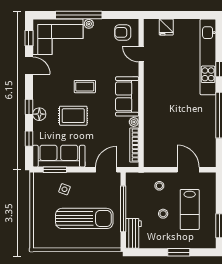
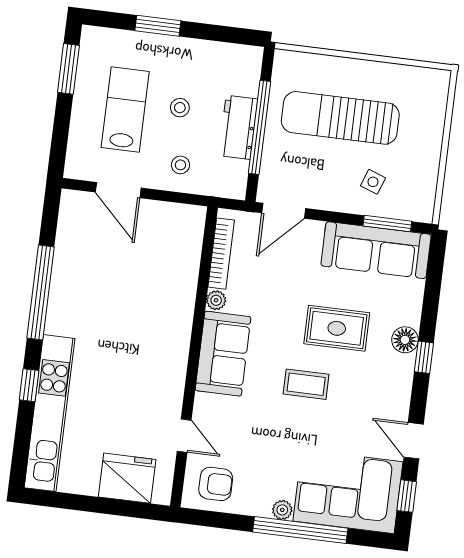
fridge: (166, 27) -> (127, 478), width x1.88, depth x1.34
window: (29, 139) -> (432, 293), removed
workbench: (133, 233) -> (238, 127), moved

